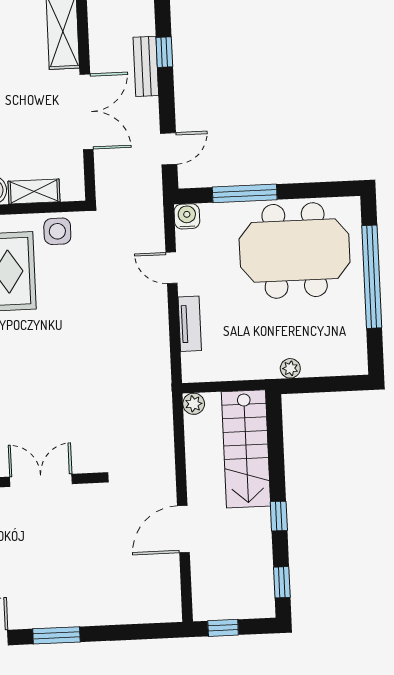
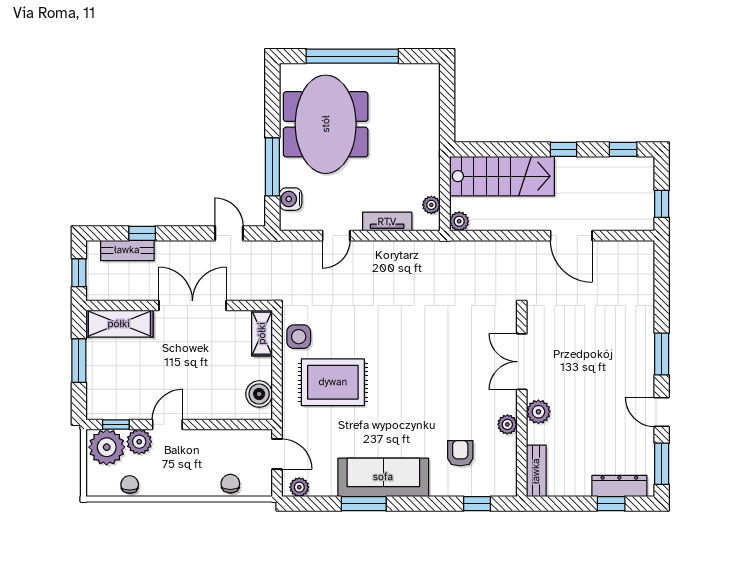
bench: (146, 66) -> (127, 250), moved
shelving: (34, 192) -> (262, 333), moved
water cooler: (187, 216) -> (291, 199), moved
plant: (290, 368) -> (431, 205), moved

